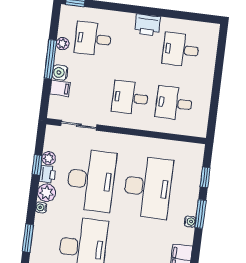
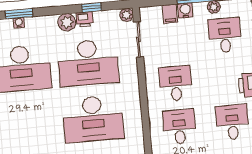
plant: (49, 158) -> (127, 15), moved
water cooler: (41, 207) -> (19, 23), moved

